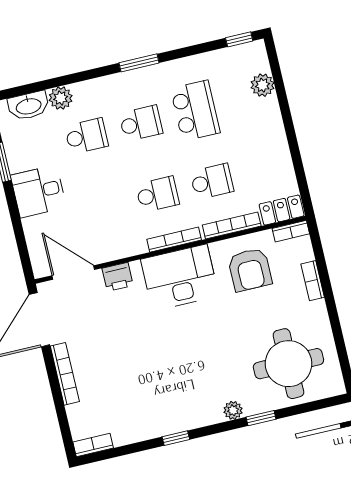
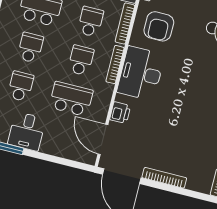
desk: (39, 191) -> (27, 131), moved
school desk: (103, 207) -> (71, 99), added
armchair: (250, 270) -> (159, 26), turned 90
door: (73, 273) -> (103, 139), hinge flipped

